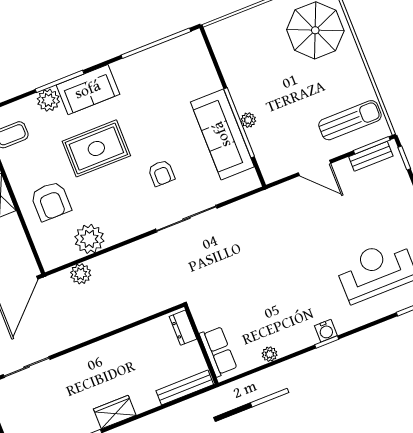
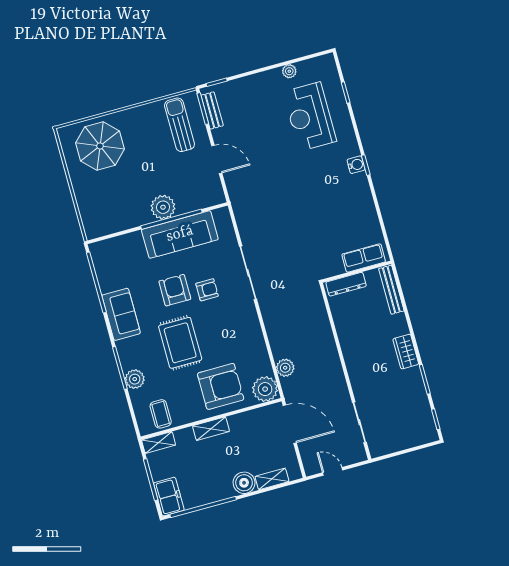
sofa: (88, 90) -> (121, 314), moved
plant: (248, 120) -> (163, 207), width x1.87, depth x1.87
armchair: (157, 136) -> (175, 290), added
door: (314, 168) -> (217, 159), hinge flipped
armchair: (51, 201) -> (221, 386), width x1.36, depth x1.36
plant: (89, 239) -> (265, 389), moved
dresser: (183, 328) -> (346, 284), width x1.44
plant: (270, 354) -> (371, 215), removed

